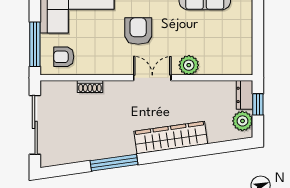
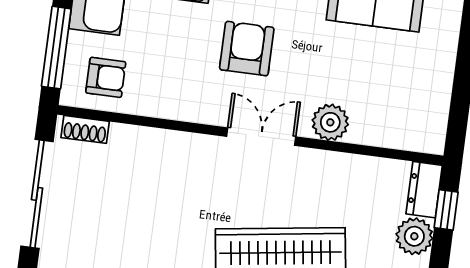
armchair: (64, 57) -> (106, 77), turned 180
shoe rack: (90, 87) -> (85, 129), moved

